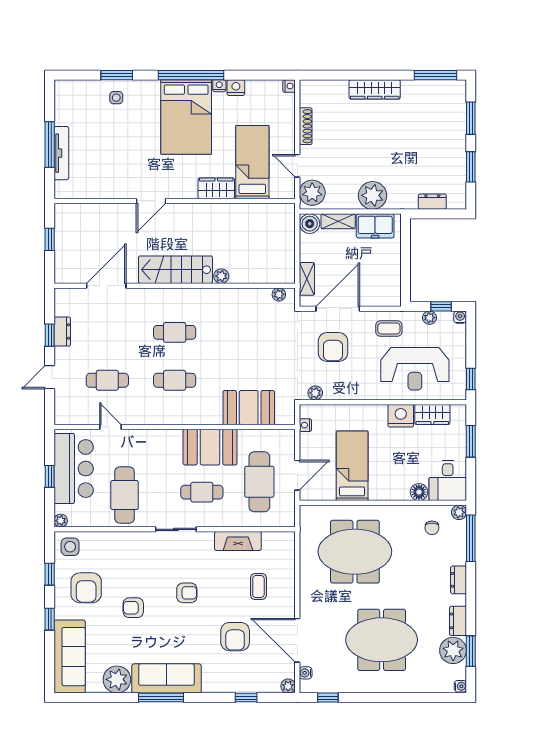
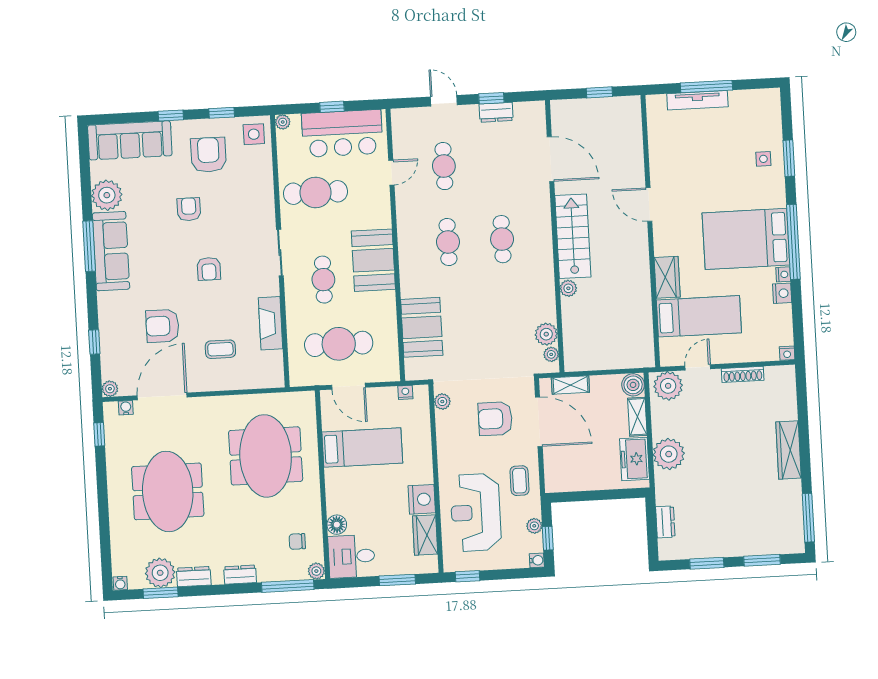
plant: (261, 298) -> (546, 334), added
booth: (210, 447) -> (373, 260), moved
armchair: (86, 588) -> (208, 155), turned 90

